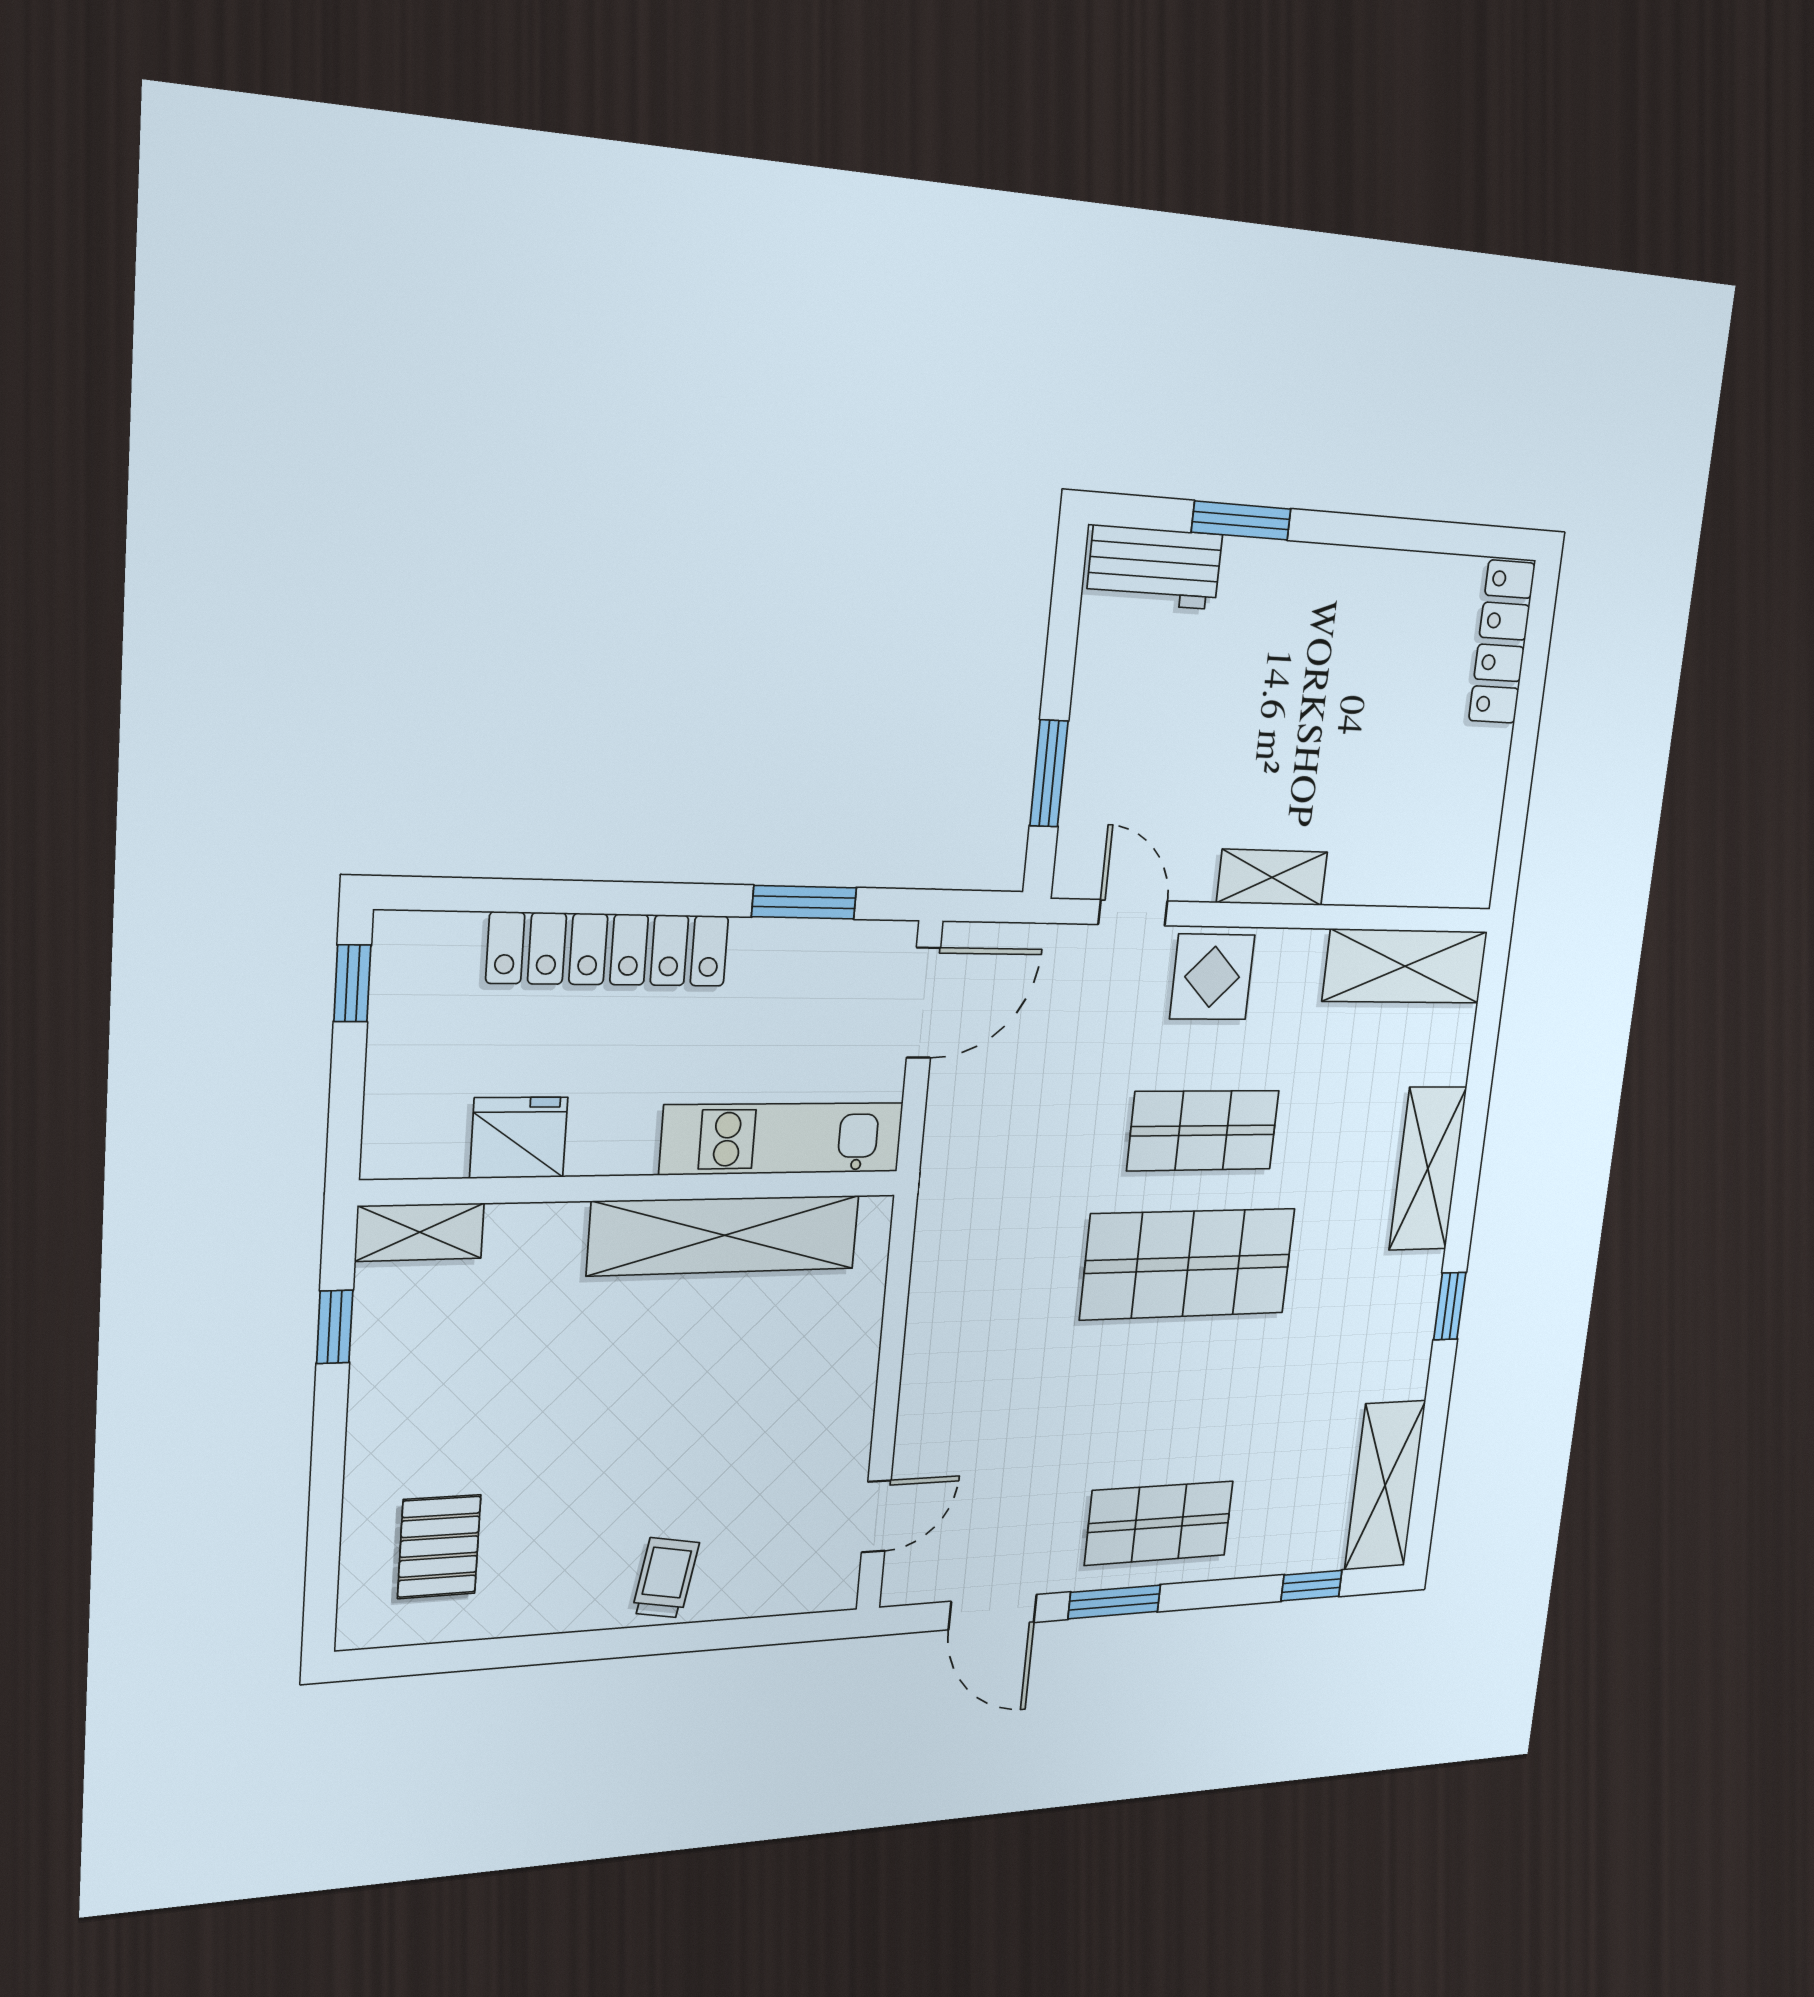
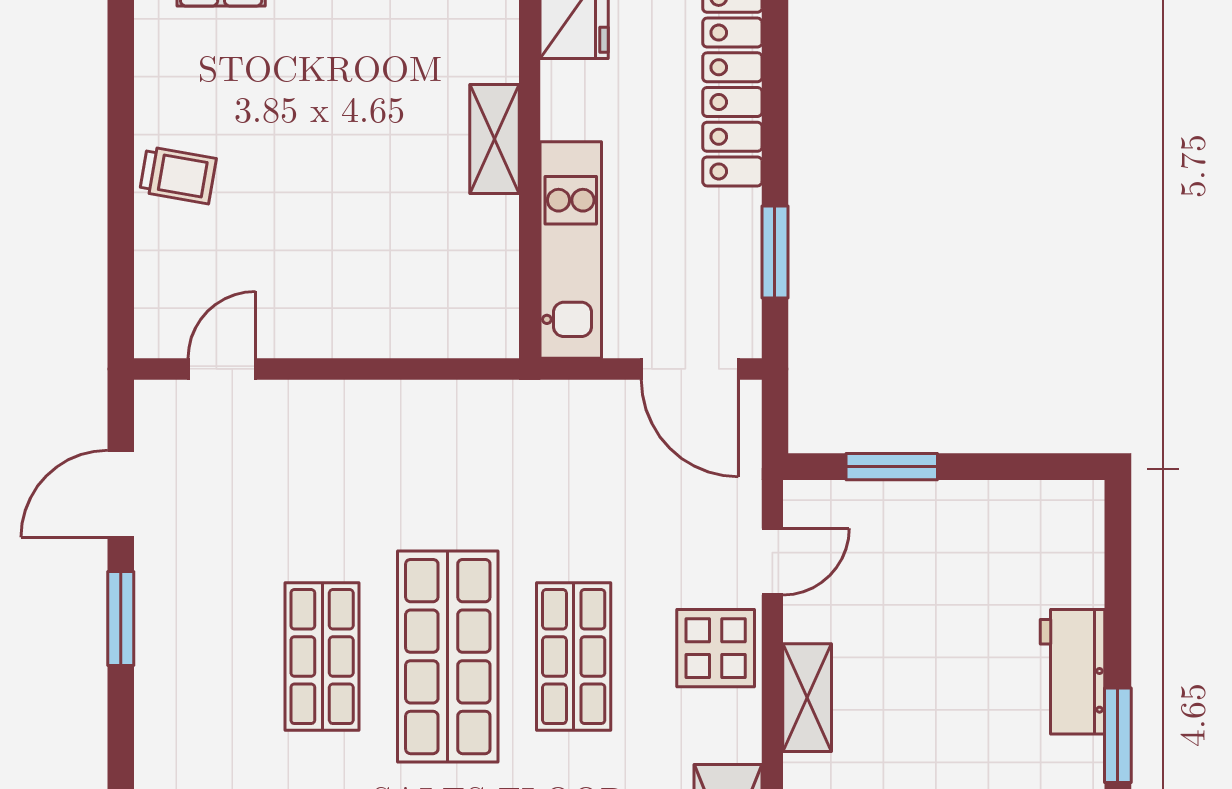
window: (1241, 521) -> (1118, 735), moved
workbench: (1155, 567) -> (1072, 672), moved
shelving: (724, 1235) -> (495, 139), width x0.45, depth x0.75
door: (876, 1516) -> (222, 369), swing flipped
shop shelf: (1159, 1523) -> (322, 657), moved

